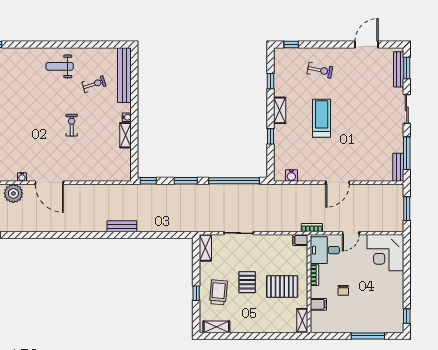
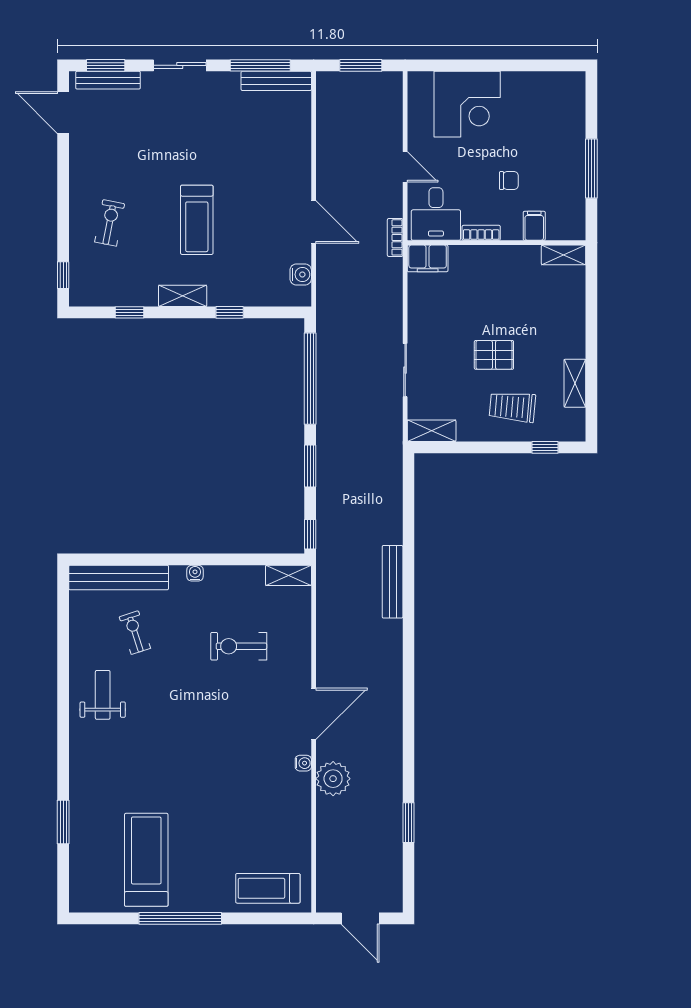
door: (367, 45) -> (63, 113), moved
weight bench: (60, 66) -> (103, 695), turned 180
treadmill: (322, 118) -> (197, 220), turned -90
exercise bike: (72, 125) -> (239, 646), moved, width x1.38, depth x1.39
shelving: (125, 135) -> (288, 575), moved
bench: (398, 167) -> (276, 81), width x1.36
door: (338, 183) -> (314, 222), moved
bench: (122, 226) -> (393, 582), width x1.36
filing cabinet: (300, 240) -> (428, 258), width x2.00
corner desk: (385, 253) -> (467, 104), moved
pallet: (282, 286) -> (502, 291), removed
window: (196, 293) -> (545, 447), moved
window: (407, 316) -> (556, 65), removed
shelving: (216, 327) -> (575, 383), moved
window: (368, 336) -> (591, 168), moved

